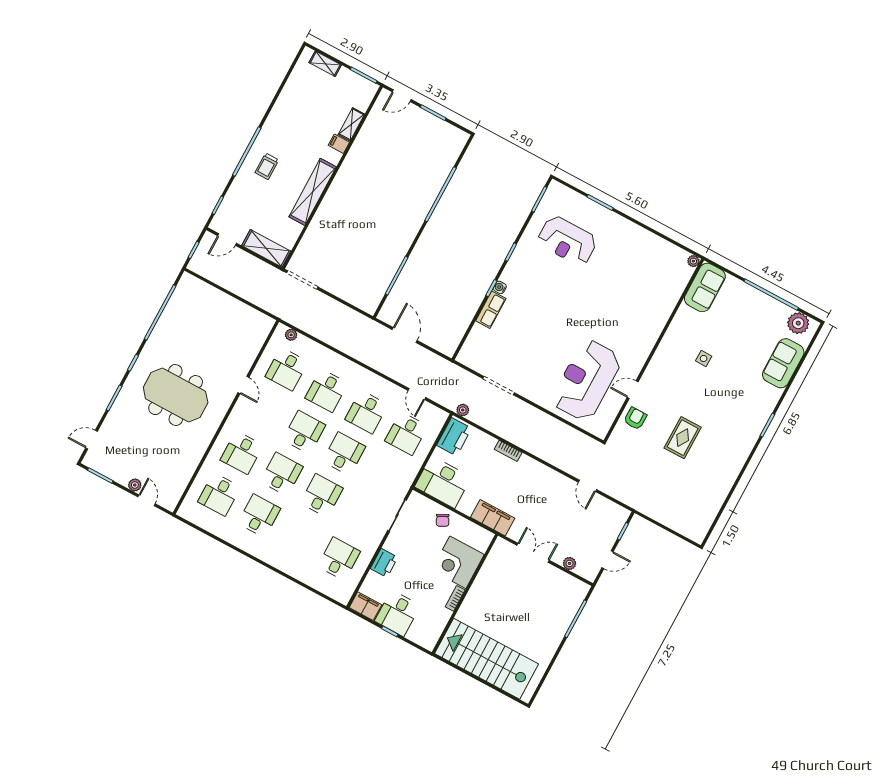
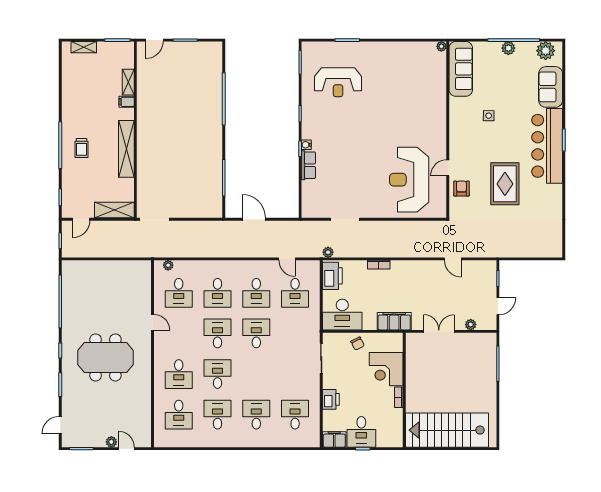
sofa: (705, 287) -> (461, 69), width x1.36
plant: (761, 300) -> (508, 48), added
bar counter: (747, 422) -> (547, 146), added
rug: (683, 438) -> (505, 184), width x1.36, depth x1.43
desk: (321, 496) -> (256, 415), moved

